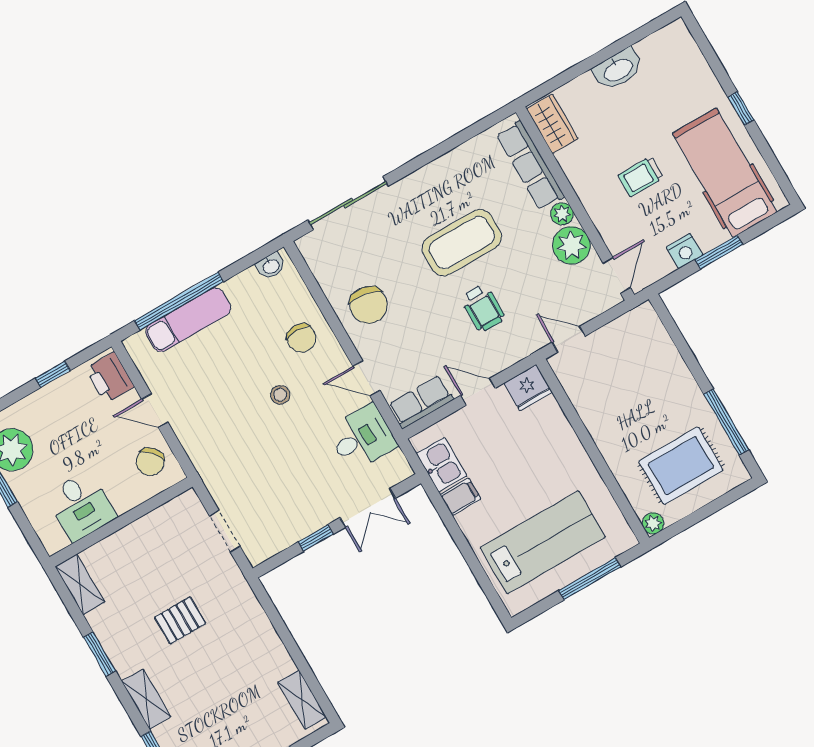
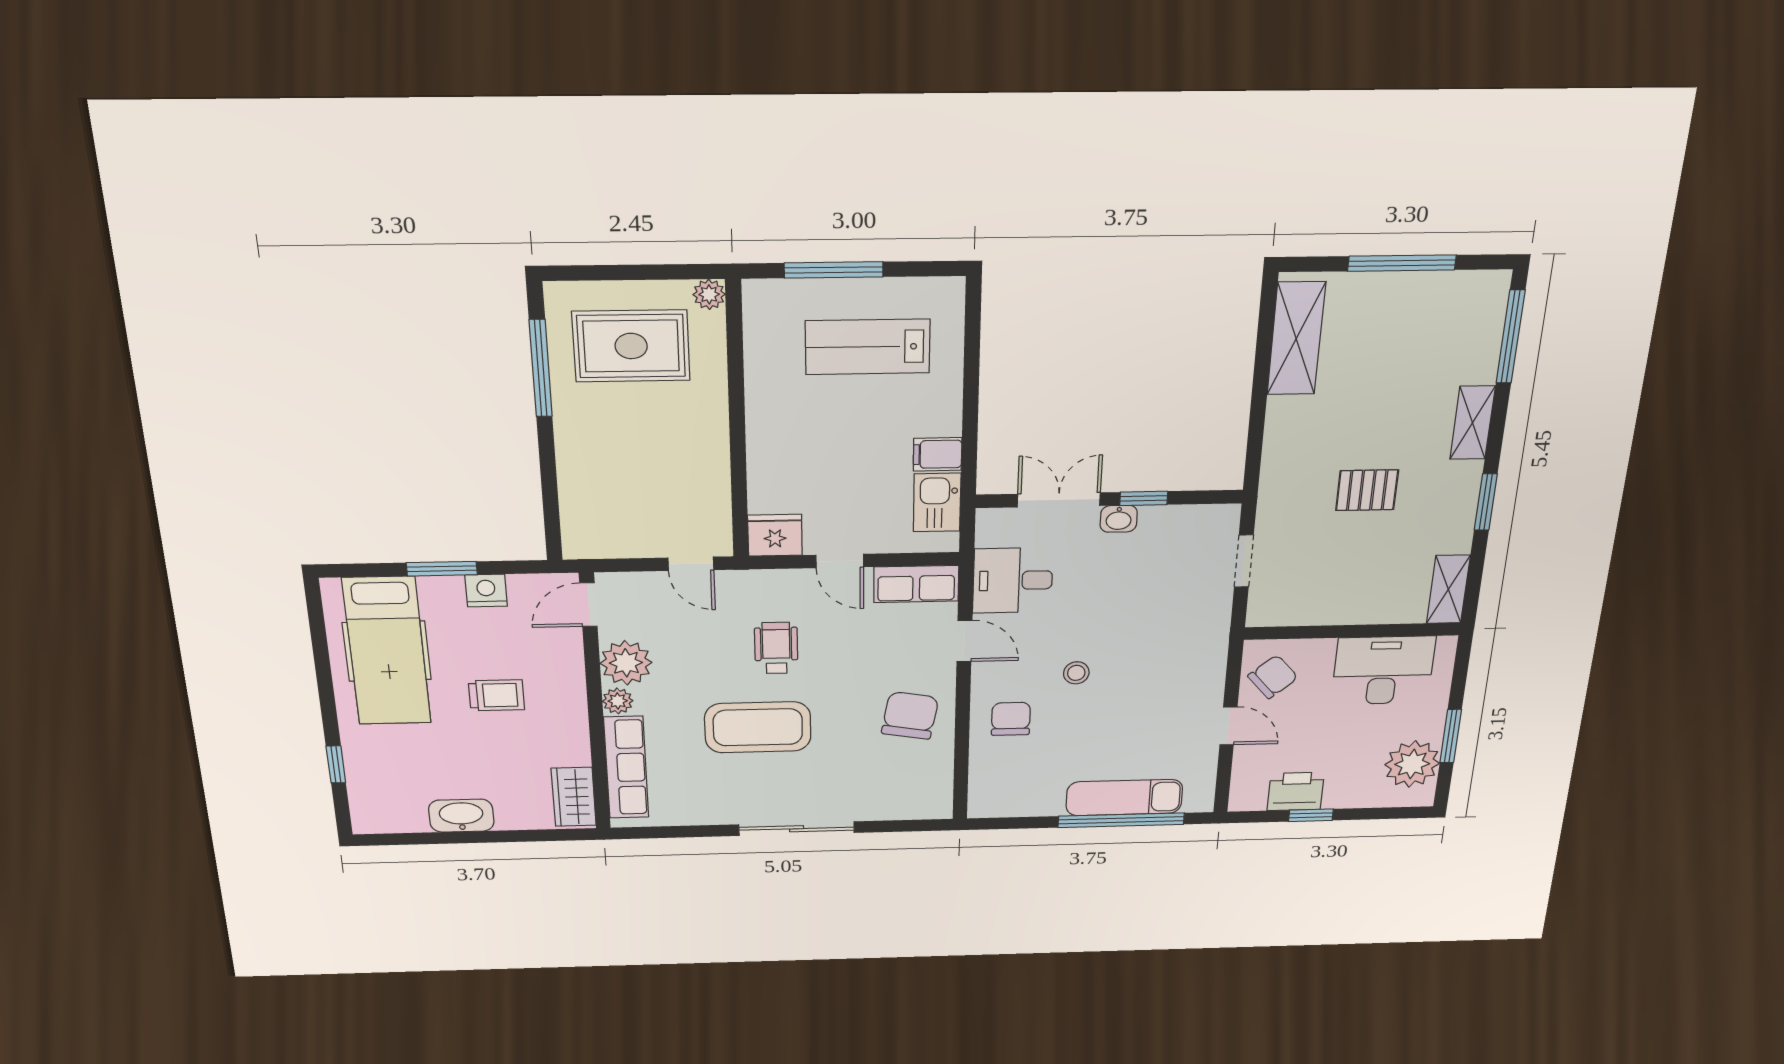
window: (741, 108) -> (336, 764), moved
sliding door: (348, 203) -> (797, 829), moved
washbasin: (271, 266) -> (1119, 519), moved, turned 180
printer: (110, 377) -> (1296, 791), moved, turned -90
desk: (81, 506) -> (1383, 670), width x1.37
lab bench: (543, 542) -> (868, 347), width x0.73, depth x0.72
shelving: (302, 700) -> (1296, 339), width x1.50, depth x1.33

